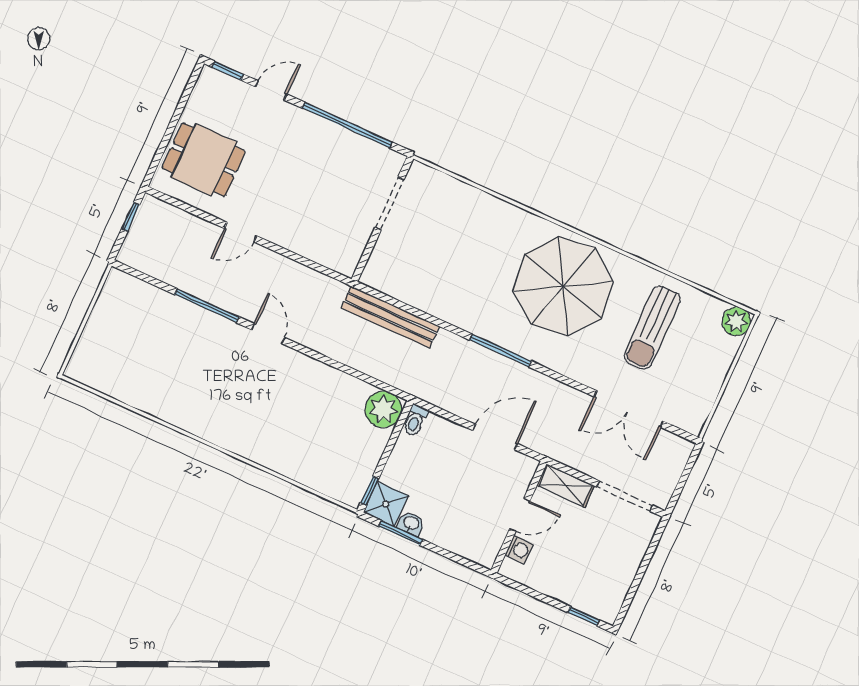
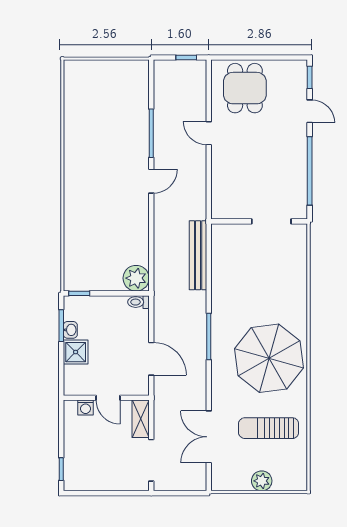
plant: (736, 321) -> (262, 481), moved
shower: (386, 504) -> (76, 352), moved

